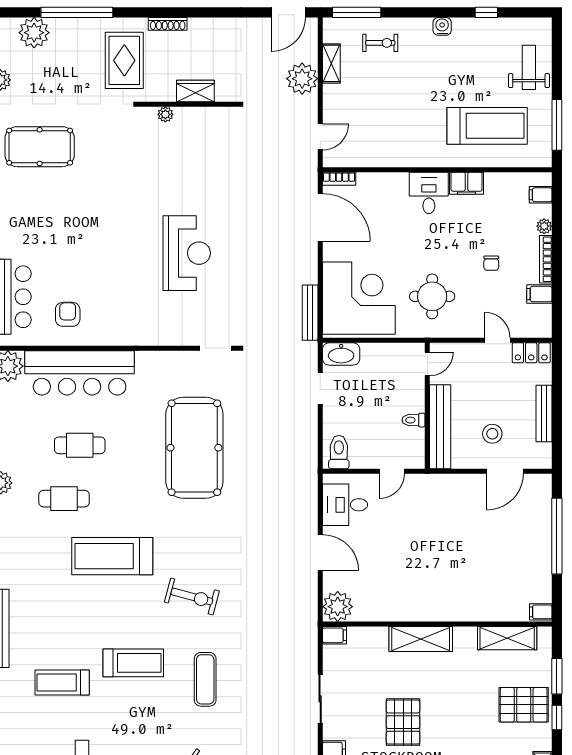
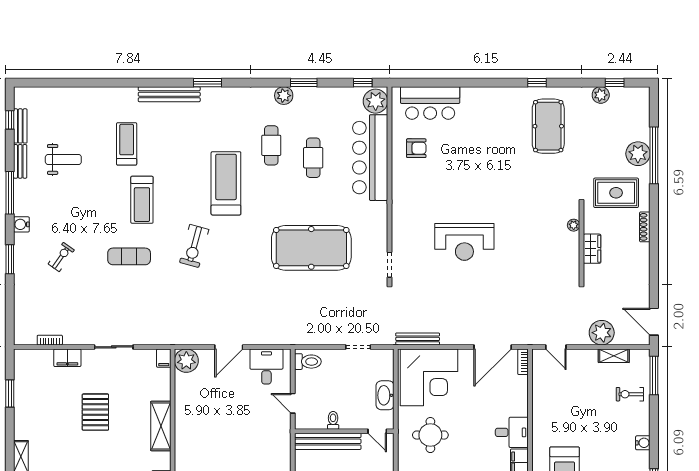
plant: (34, 33) -> (638, 154), moved
exercise bike: (380, 43) -> (630, 394), turned 90
washbasin: (341, 354) -> (385, 395), moved
pallet: (403, 722) -> (95, 412), turned 90

